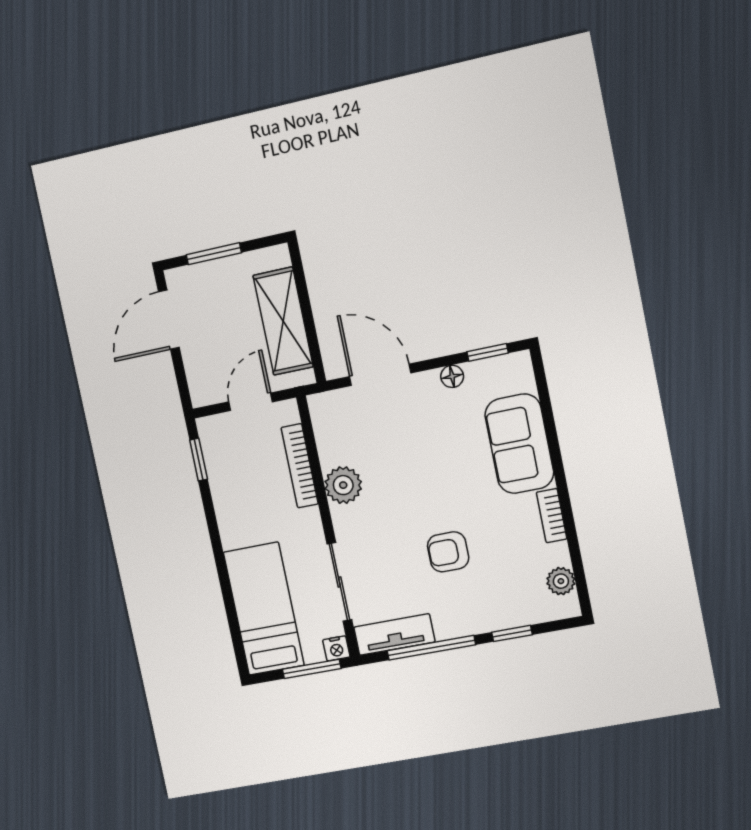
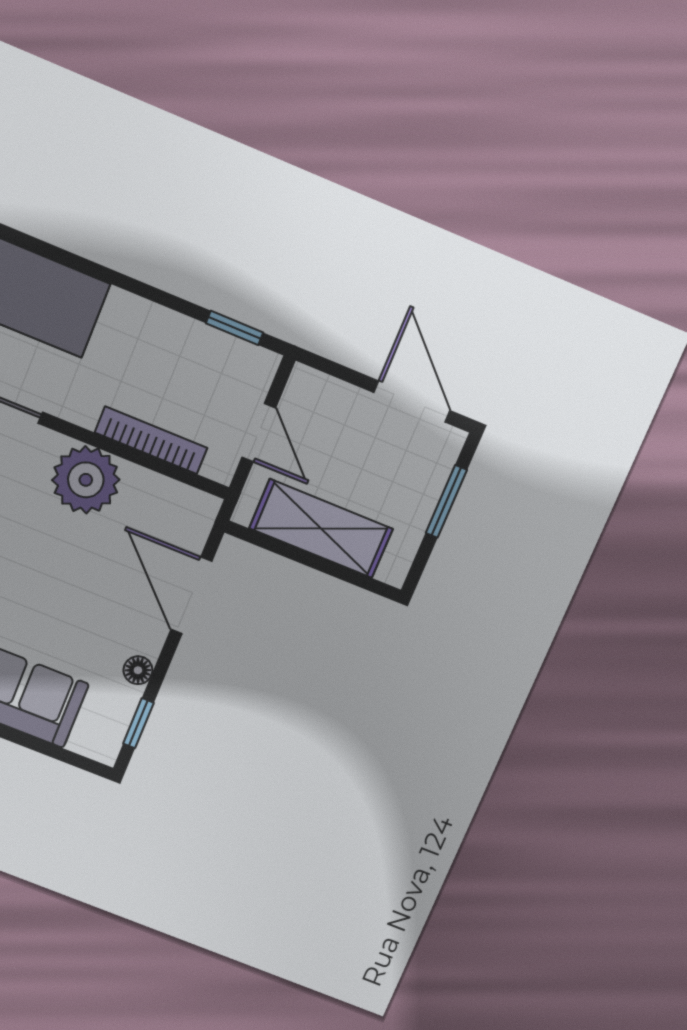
door: (380, 375) -> (191, 595), swing flipped
plant: (343, 485) -> (86, 480), width x1.36, depth x1.36

